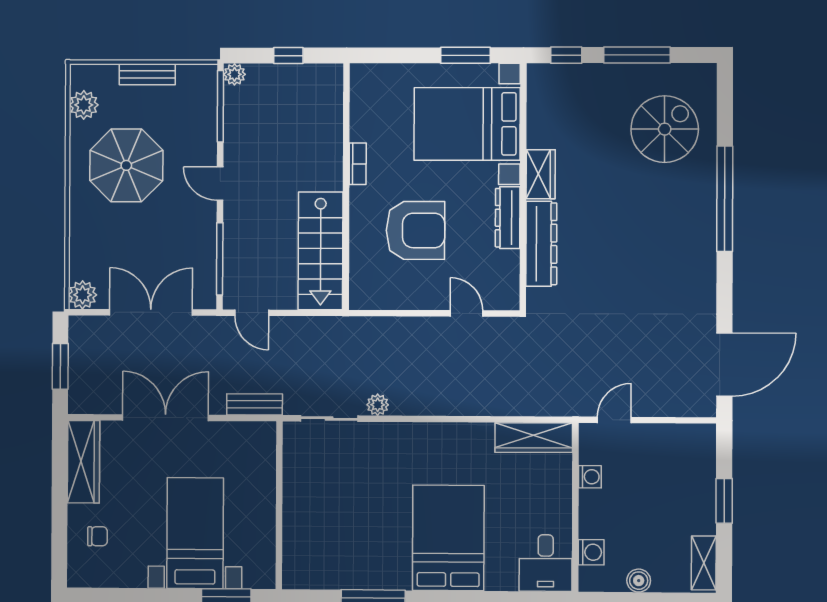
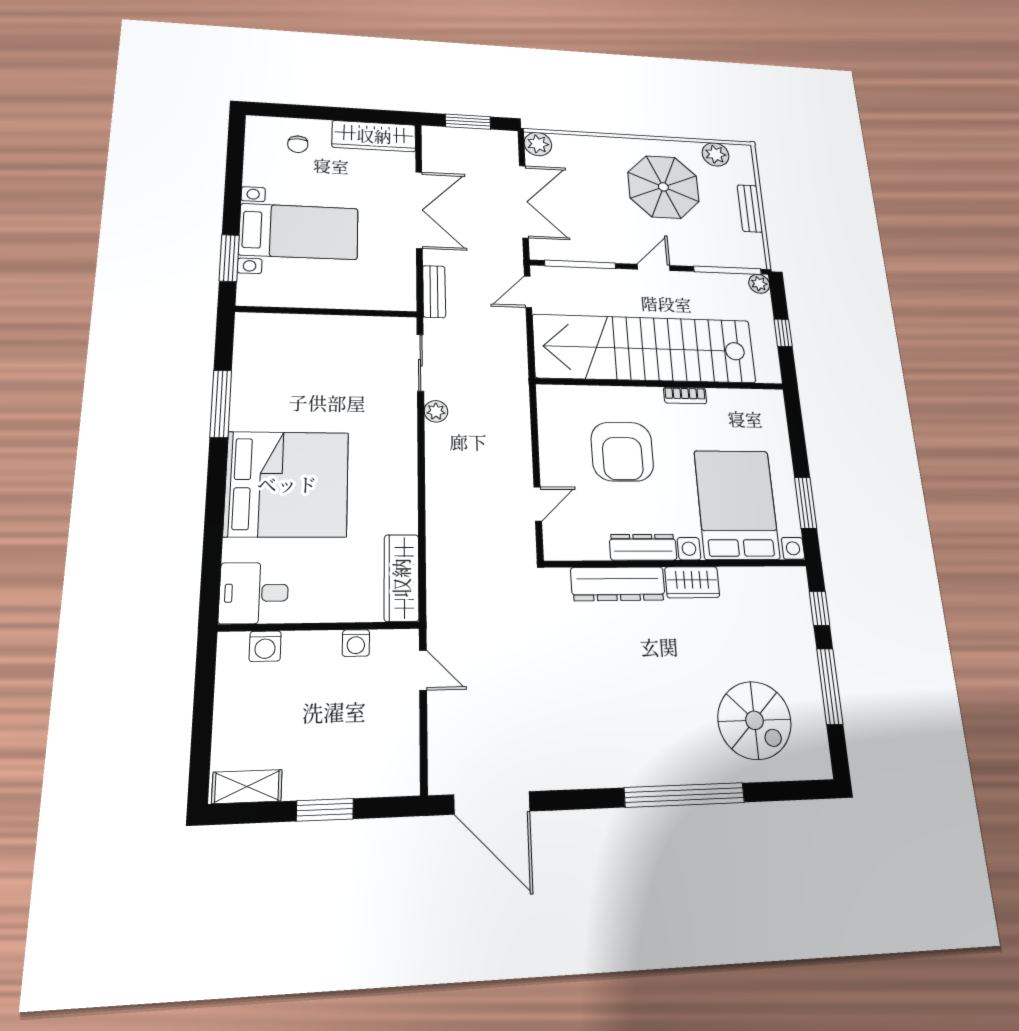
stairs: (320, 251) -> (645, 349), width x1.86, depth x1.51
bed: (448, 538) -> (287, 484), width x1.36
boiler: (639, 581) -> (228, 705), removed

